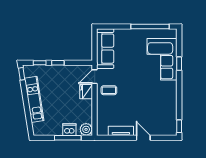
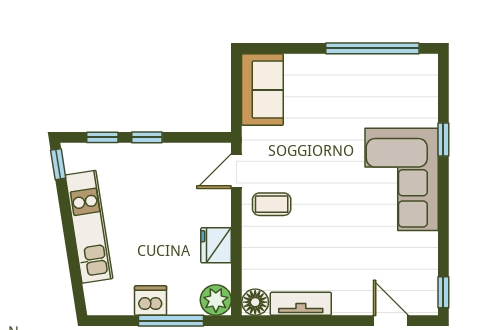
sofa: (105, 49) -> (262, 90), width x0.73
corner sofa: (162, 59) -> (402, 179), moved
fridge: (86, 92) -> (216, 245), moved
dishwasher: (69, 130) -> (151, 301), moved
floor lamp: (102, 130) -> (255, 302), added
door: (143, 138) -> (391, 321), moved

